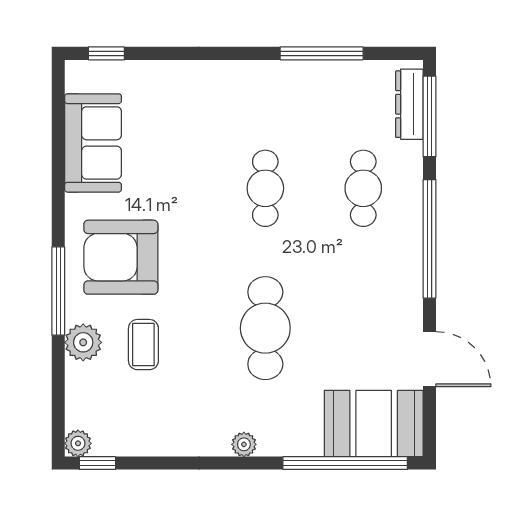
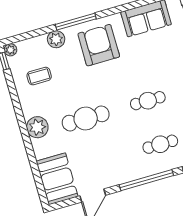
coffee table: (143, 345) -> (39, 76), moved
plant: (244, 444) -> (37, 127), width x1.88, depth x1.88
window: (345, 463) -> (36, 171), removed

